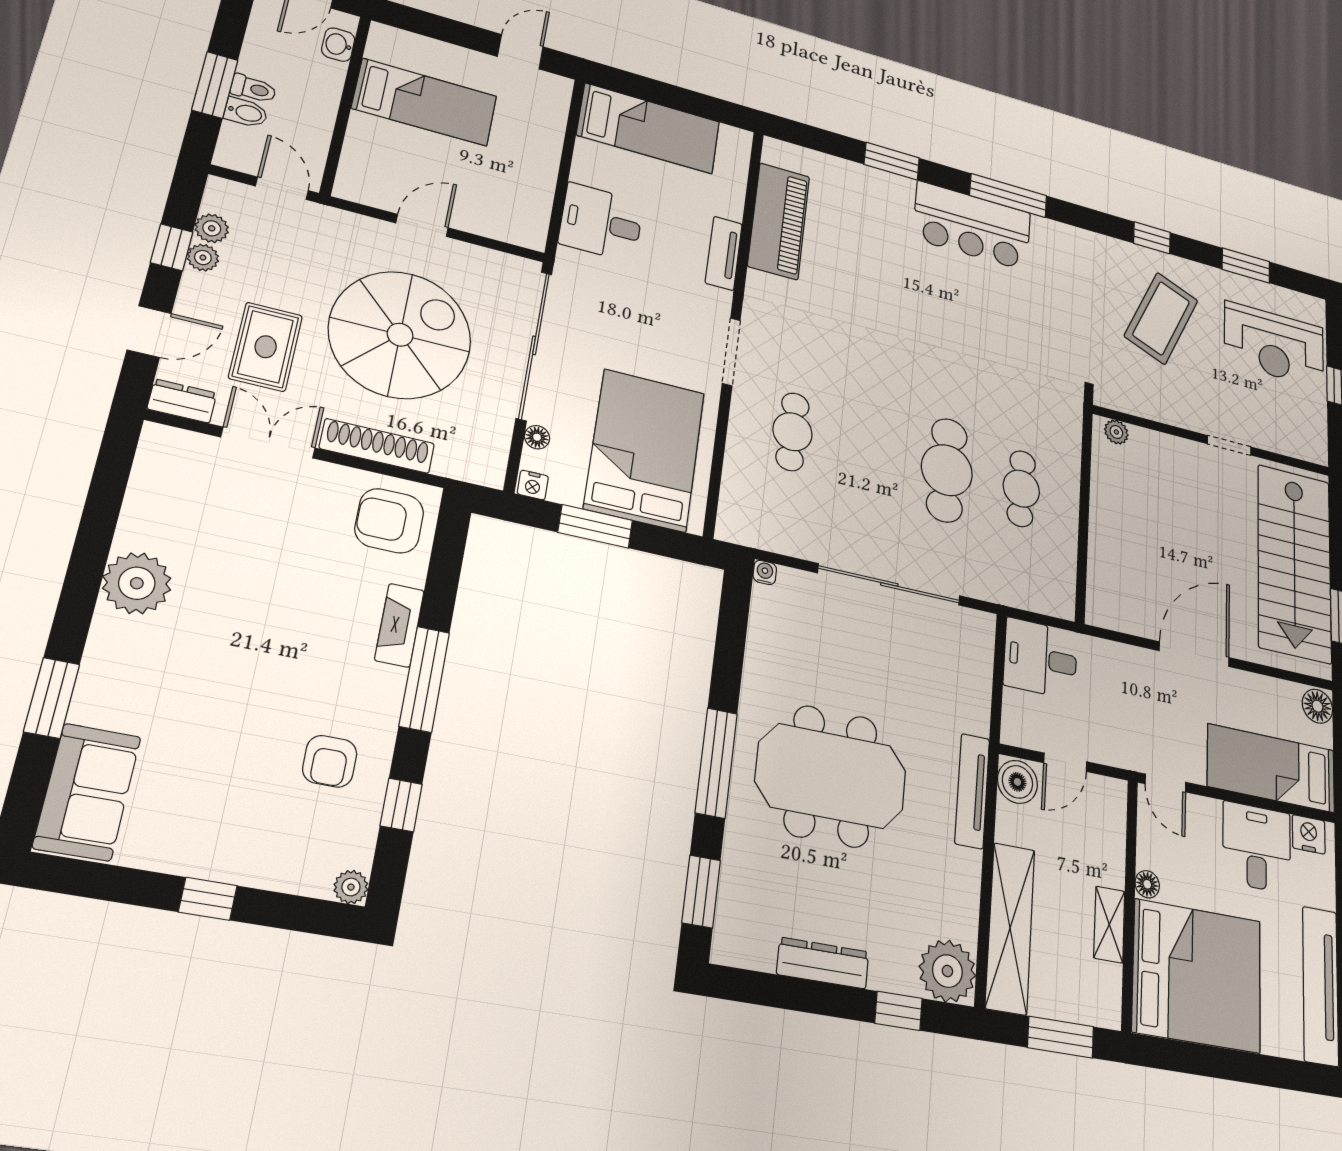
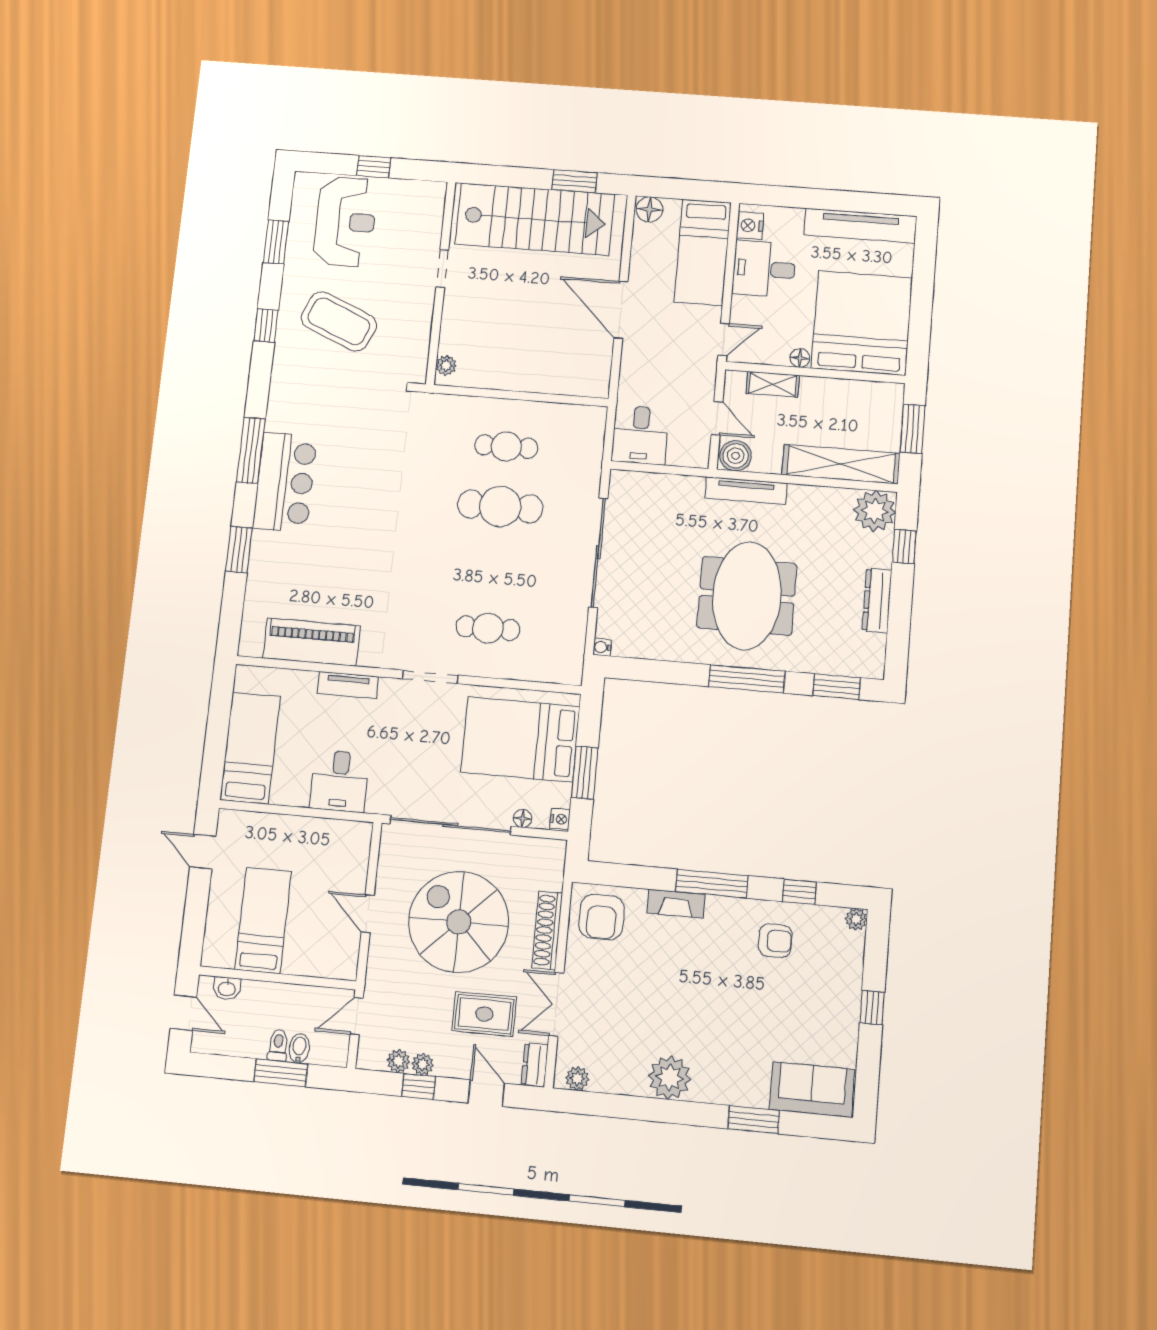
plant: (154, 455) -> (577, 1079), added
shelving: (1109, 924) -> (773, 384), moved

